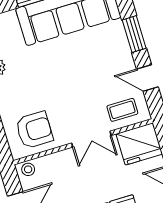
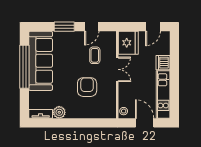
coffee table: (122, 110) -> (95, 55), moved
armchair: (34, 130) -> (87, 87), moved

